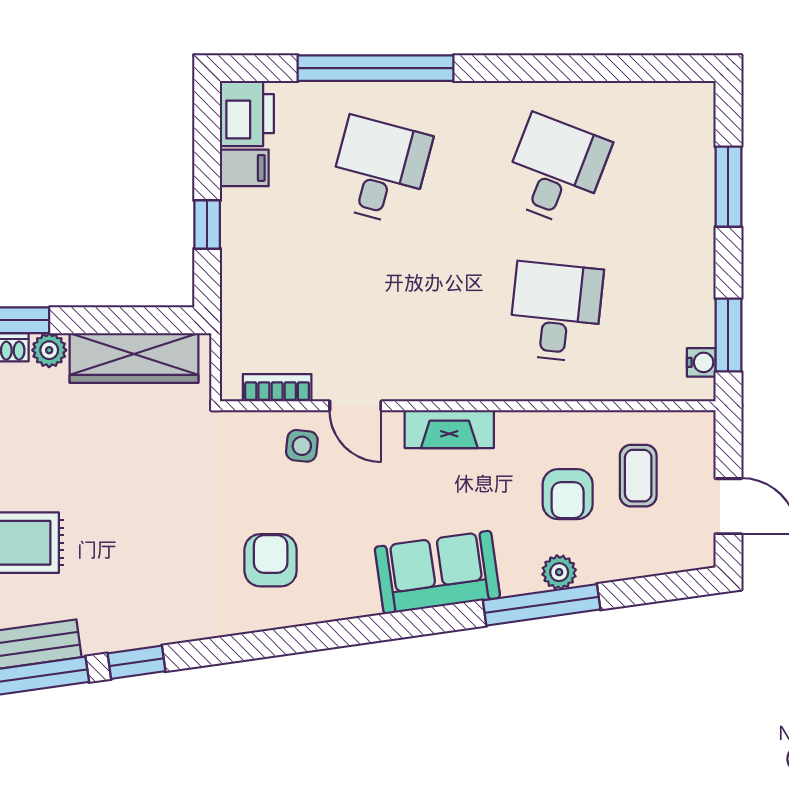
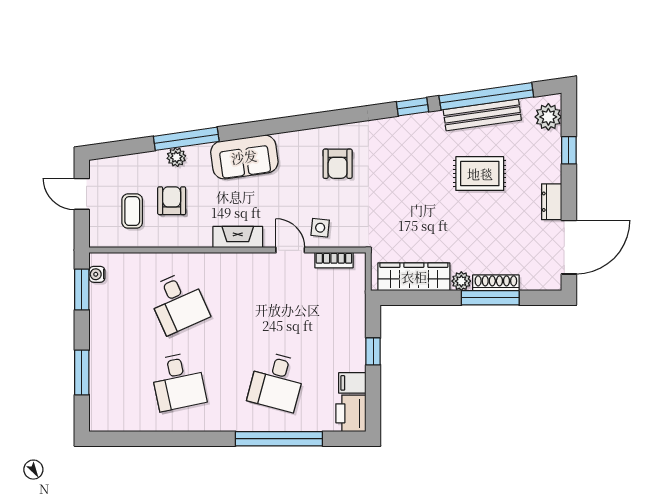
desk: (556, 171) -> (178, 381), turned -33
desk: (556, 312) -> (178, 302), turned -30

